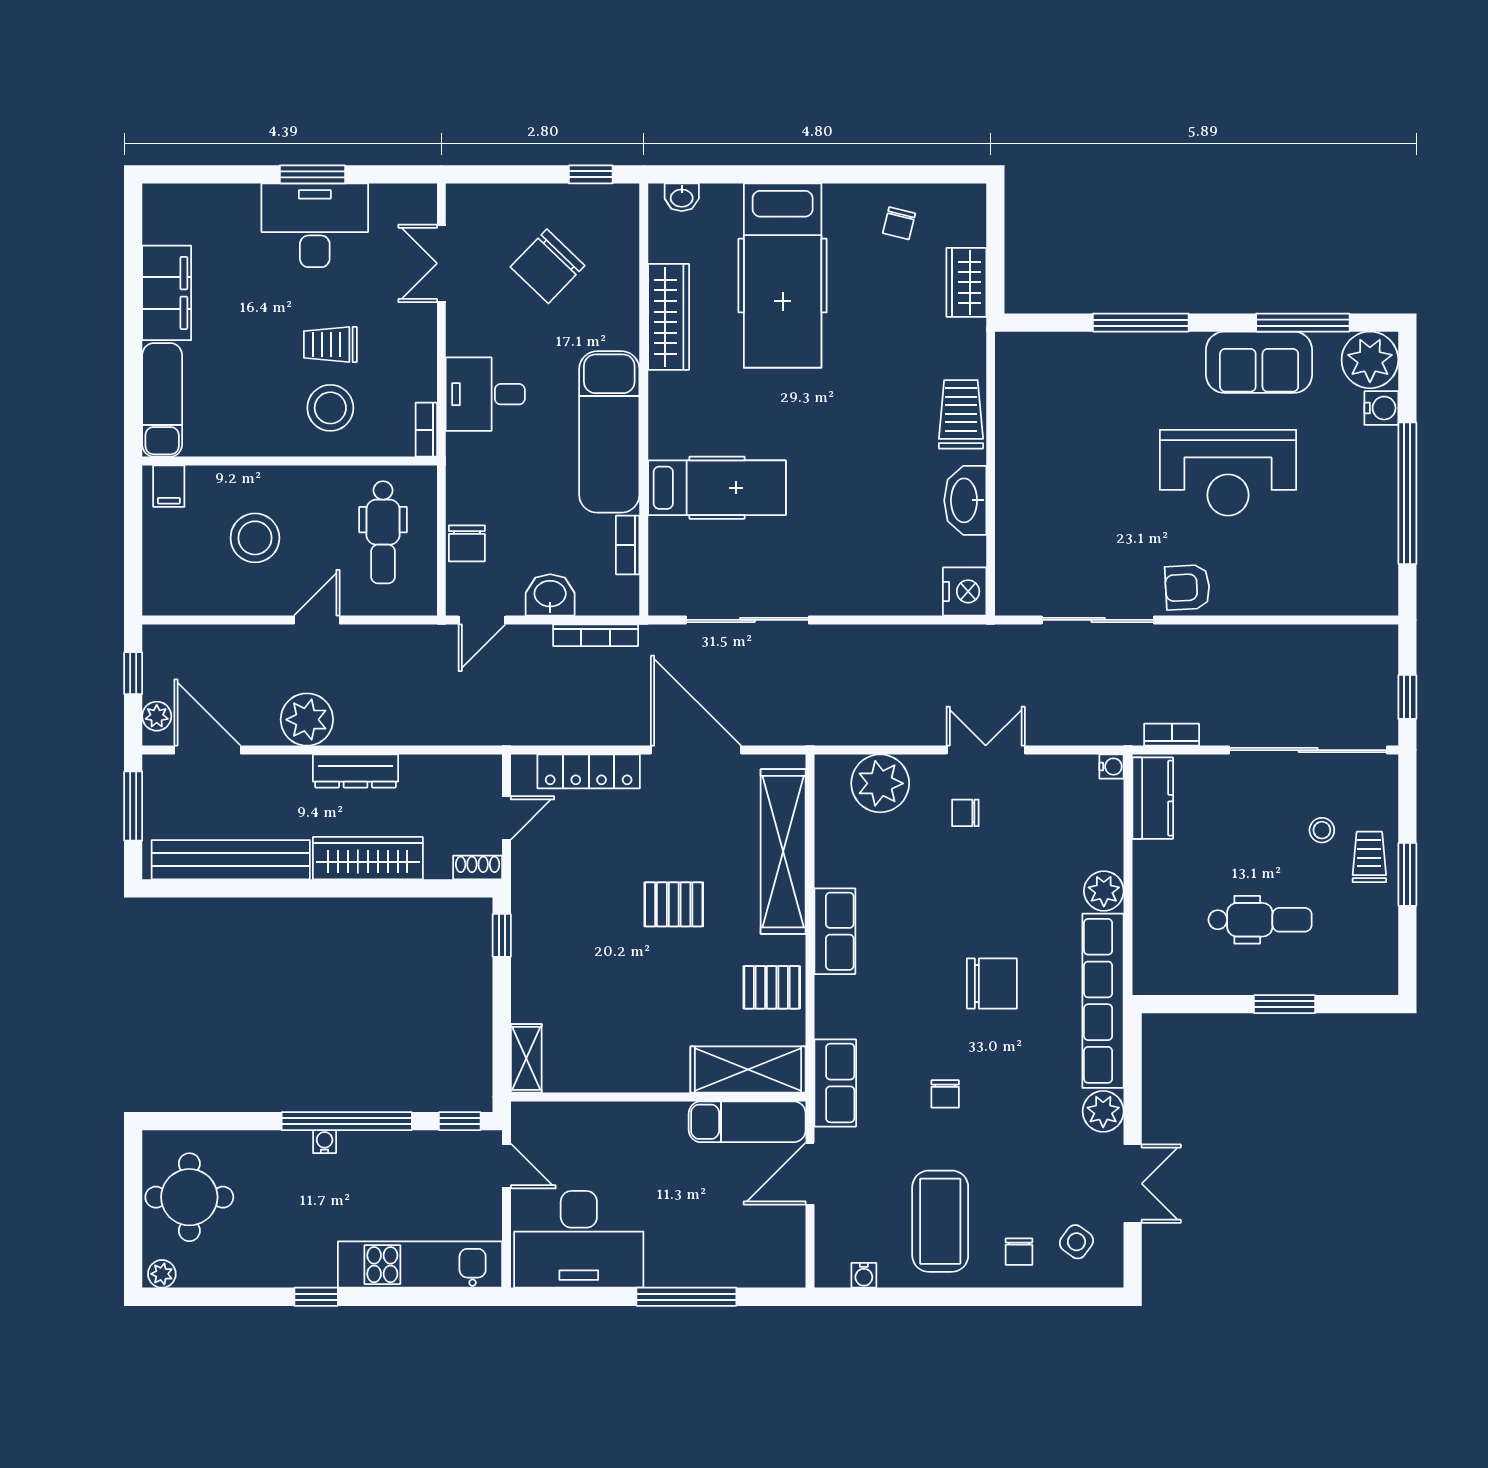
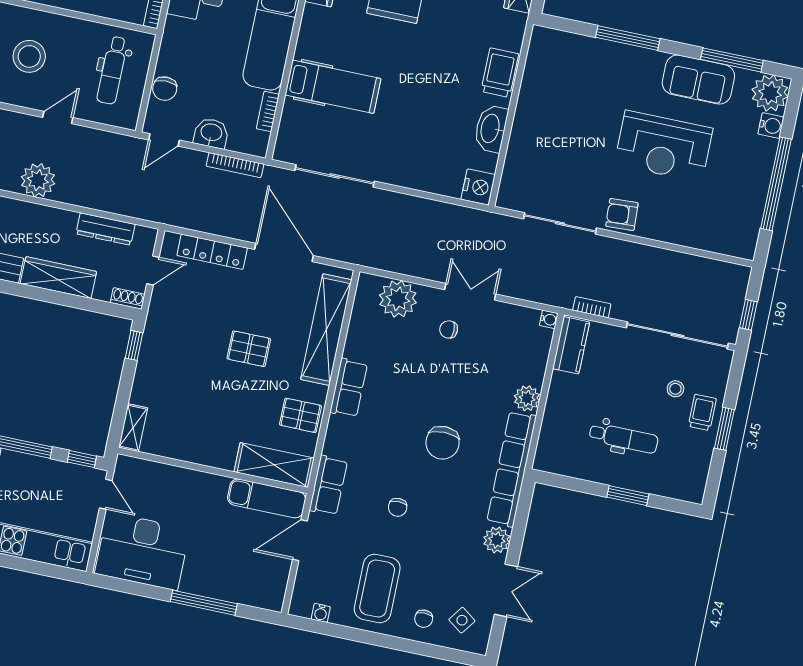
dresser: (356, 771) -> (105, 229), moved
chair: (992, 984) -> (443, 443), turned 90

